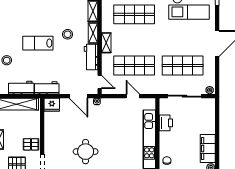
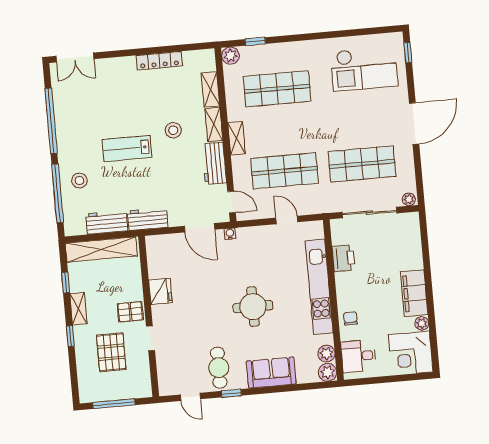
fridge: (52, 105) -> (160, 291), moved, turned -90
round table: (86, 152) -> (253, 307), moved

